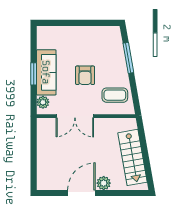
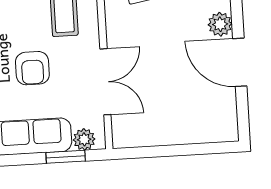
window: (34, 74) -> (66, 157), moved
armchair: (85, 75) -> (32, 68), turned 90

